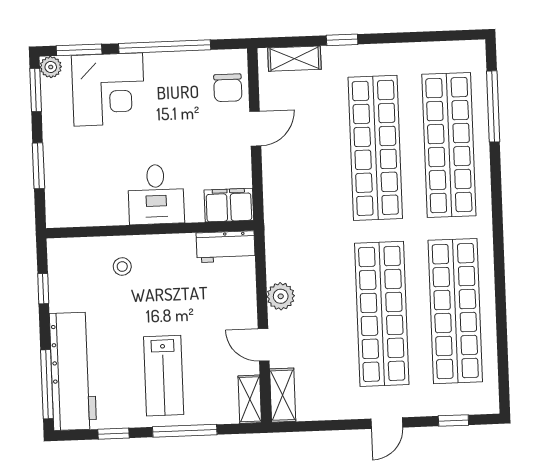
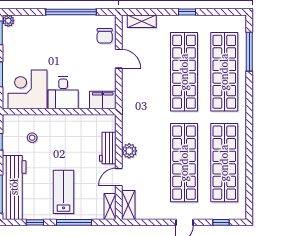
window: (342, 40) -> (187, 12), moved
window: (79, 50) -> (24, 12), removed
corner desk: (108, 89) -> (28, 89), moved, turned 180
door: (255, 129) -> (119, 59), hinge flipped
workbench: (226, 247) -> (108, 148), moved, turned 90
stool: (122, 267) -> (32, 138), moved
door: (264, 345) -> (119, 177), hinge flipped
lab bench: (164, 376) -> (64, 192), turned 180

